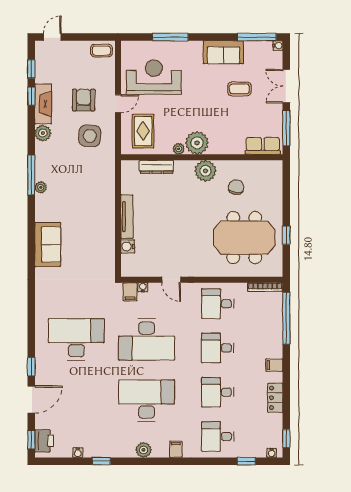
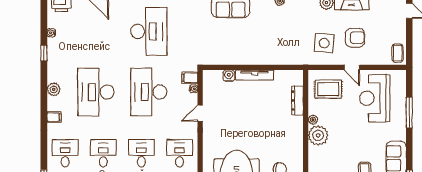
reception desk: (154, 77) -> (375, 98), turned 180
plant: (205, 171) -> (294, 143), removed
desk: (147, 401) -> (96, 92), turned 180

